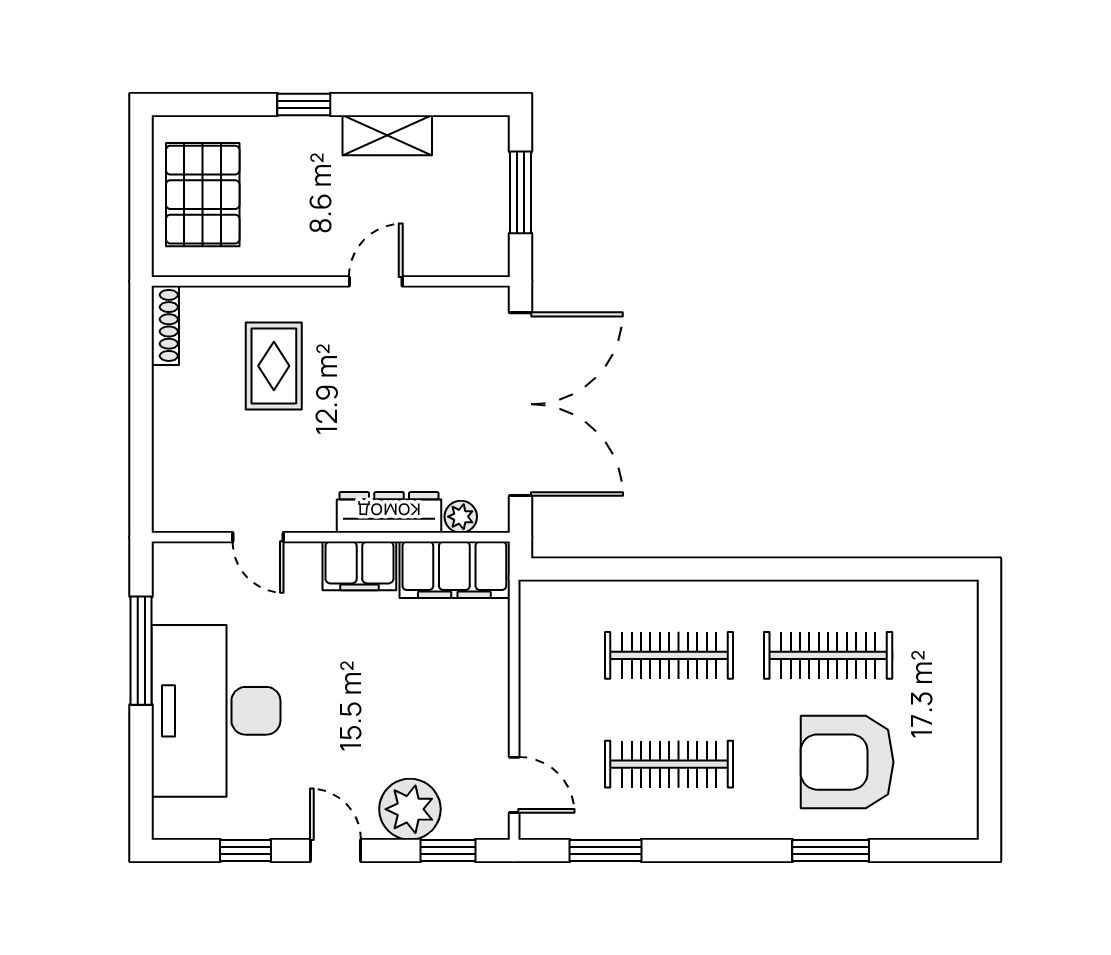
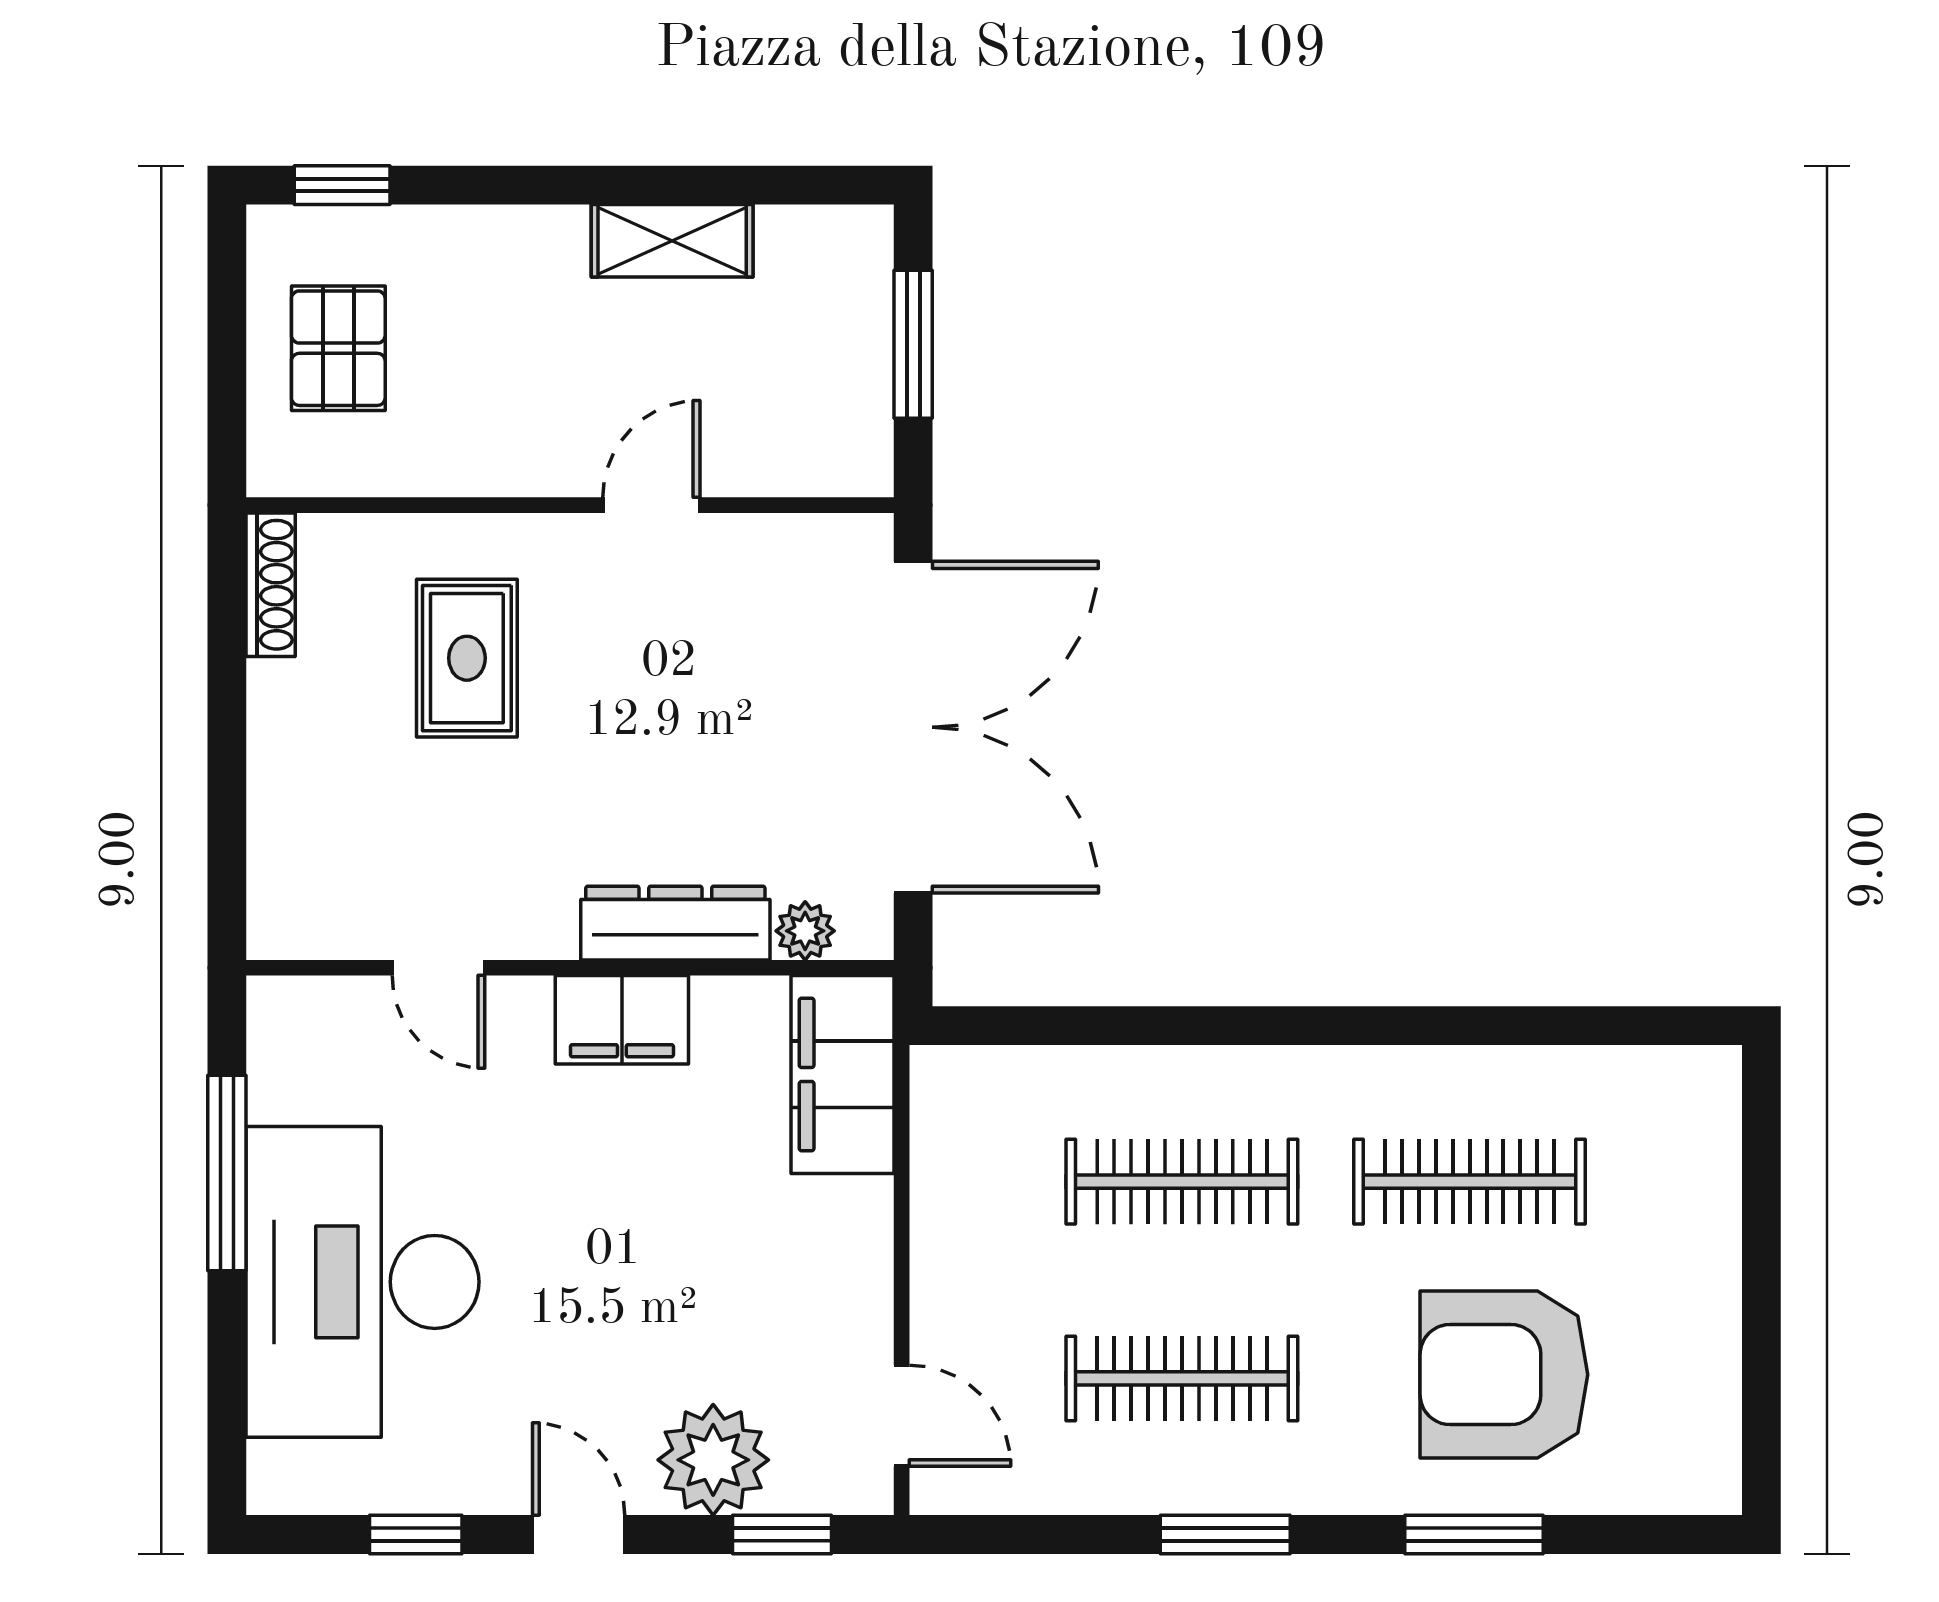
window: (304, 104) -> (342, 185), moved
pallet: (203, 195) -> (338, 348), width x0.67, depth x0.71
filing cabinet: (454, 570) -> (843, 1074), moved, turned 90
window: (605, 850) -> (1225, 1535), moved

